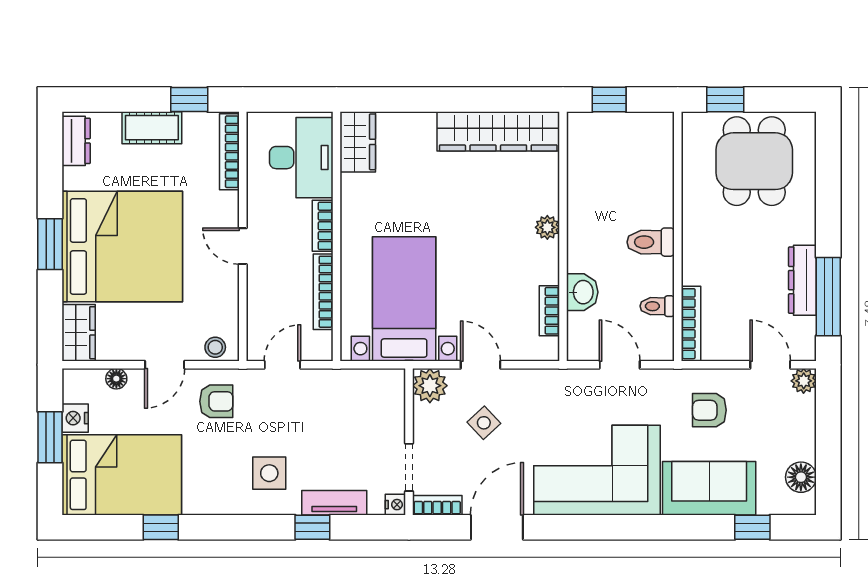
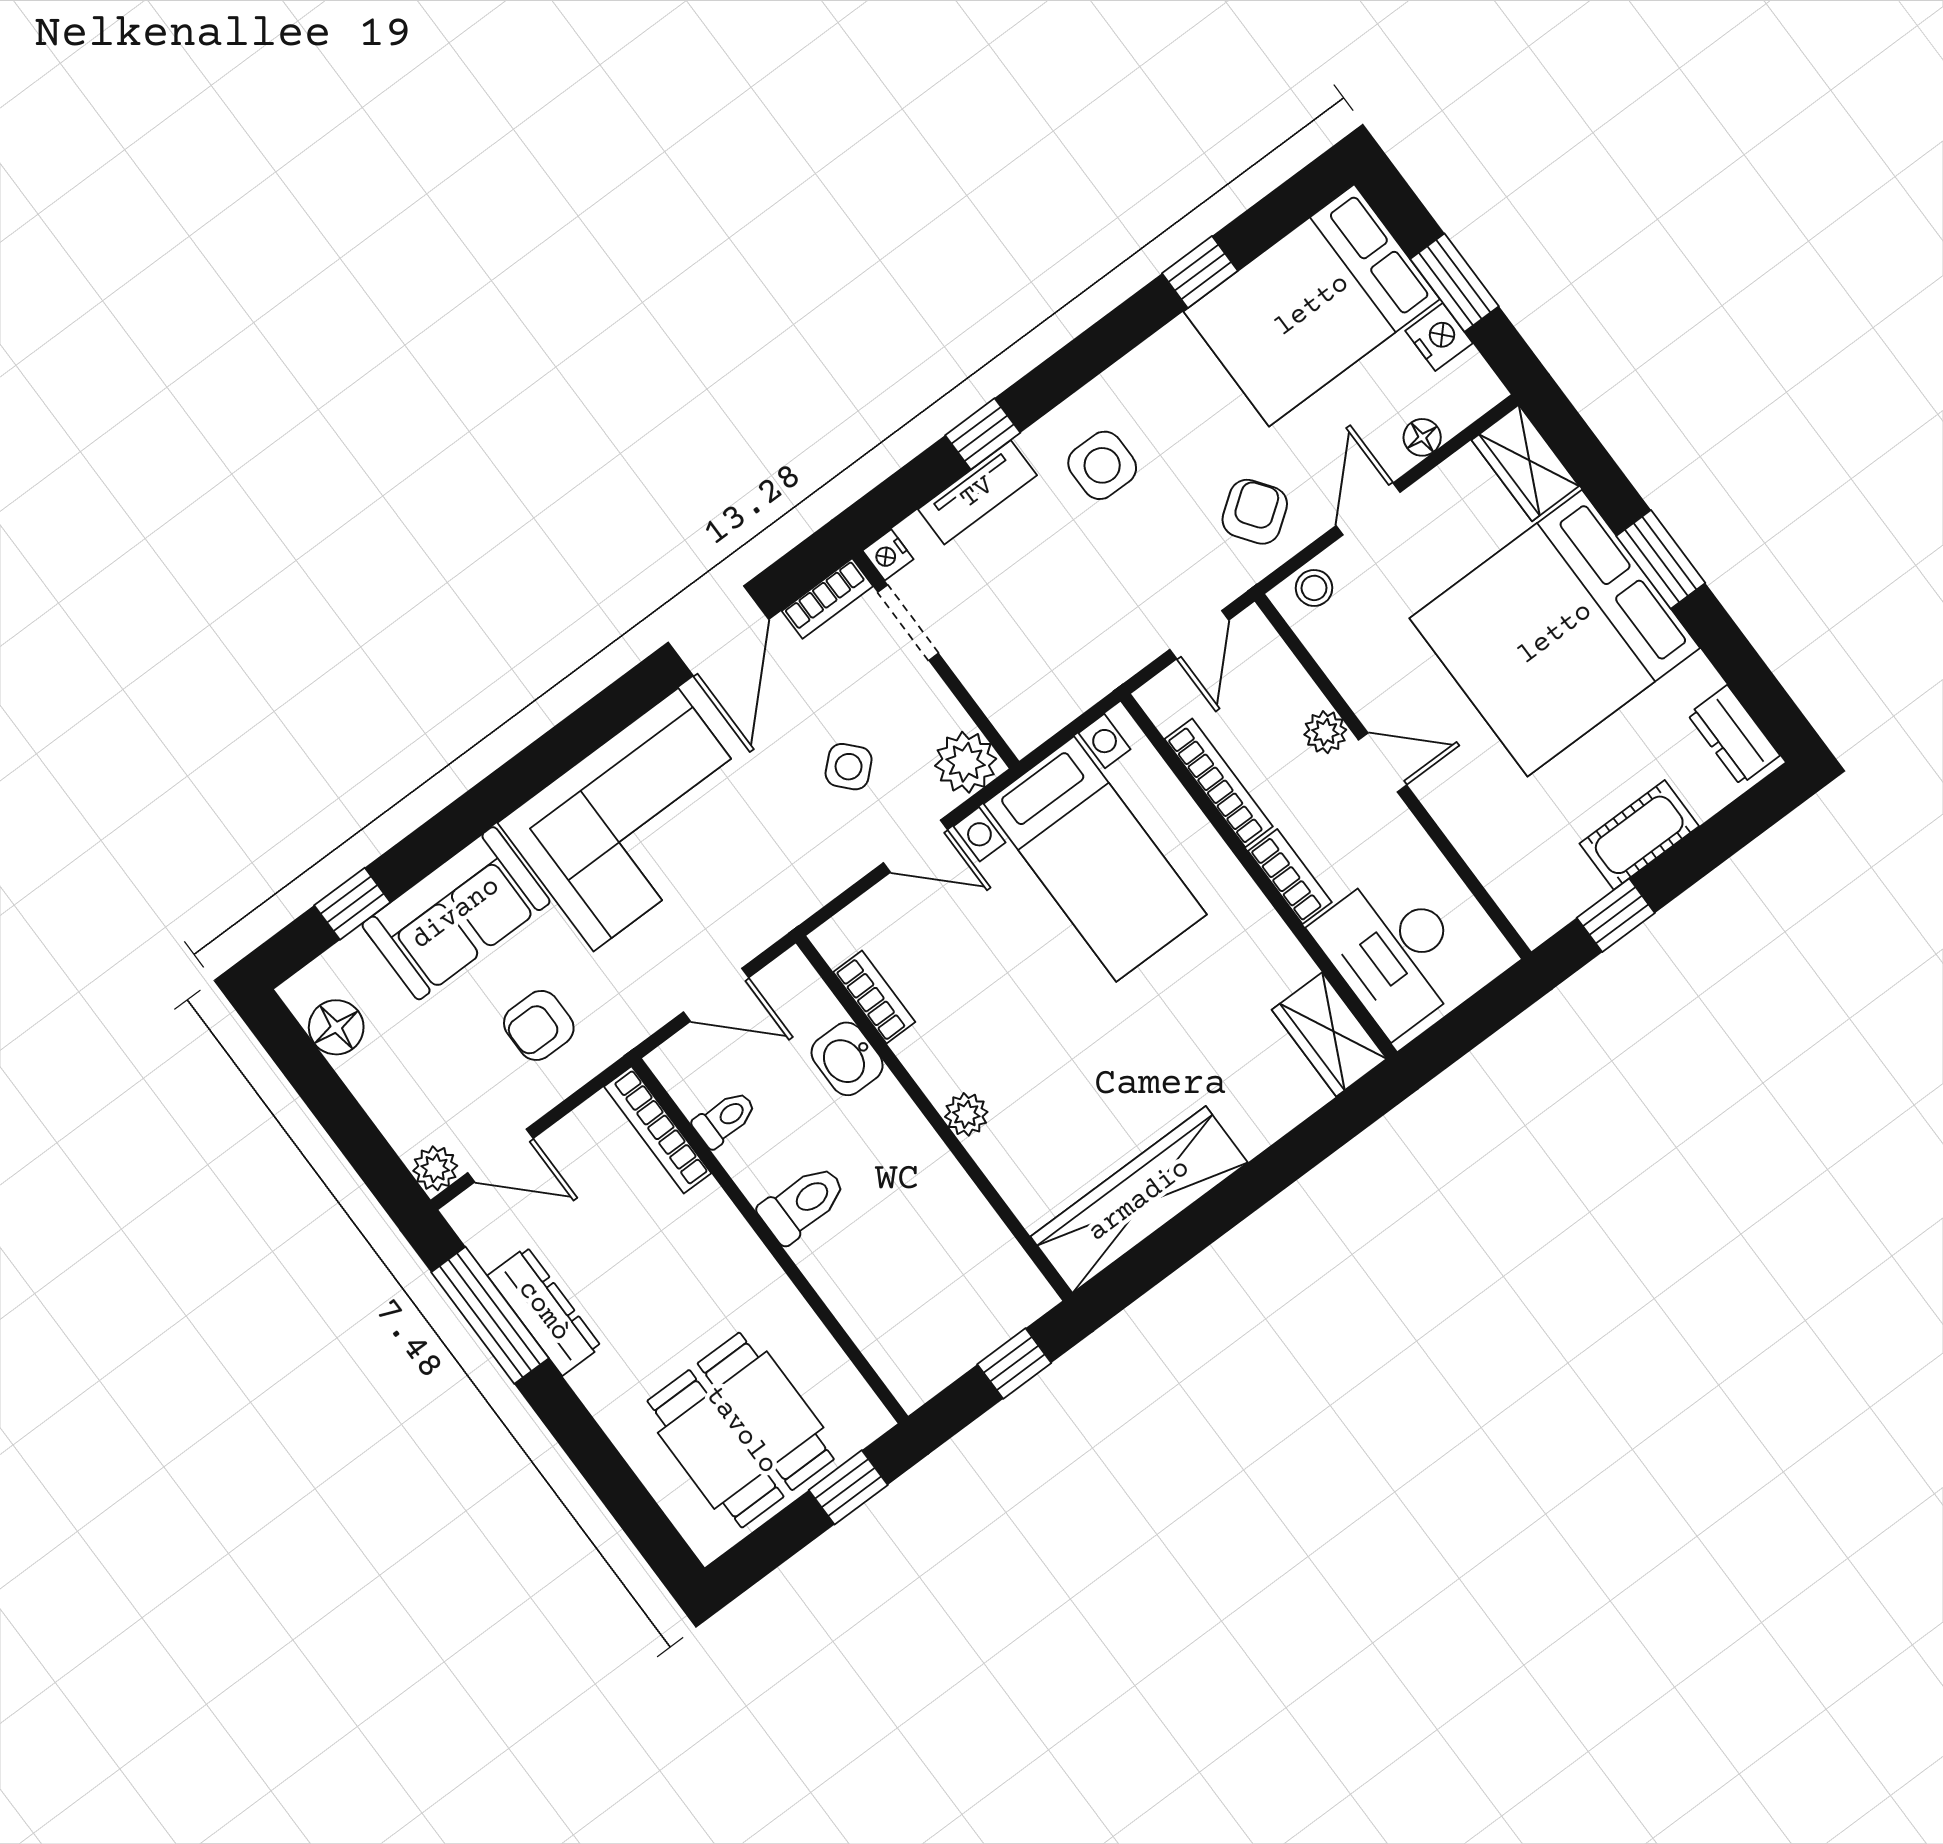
bookcase: (229, 152) -> (1502, 883), removed
plant: (258, 279) -> (1325, 732), added
armchair: (216, 401) -> (1255, 512), turned 144
armchair: (709, 410) -> (539, 1025), turned 180

